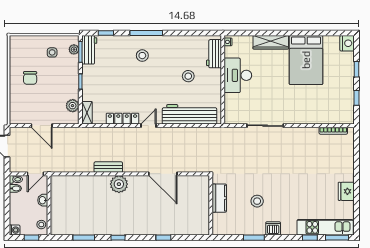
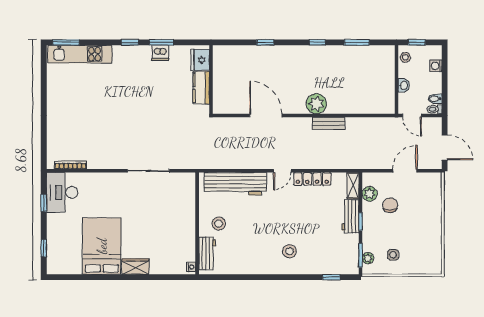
window: (146, 33) -> (285, 277), removed
wardrobe: (271, 42) -> (135, 267), width x0.67
nightstand: (347, 43) -> (55, 265), removed
workbench: (89, 50) -> (350, 216), moved
window: (357, 69) -> (44, 248), moved
desk: (238, 75) -> (62, 192), moved, turned 180
stool: (188, 76) -> (219, 224), moved
chair: (30, 78) -> (390, 205), moved
door: (42, 126) -> (405, 171), hinge flipped
door: (35, 174) -> (412, 115), swing flipped
fridge: (346, 191) -> (200, 60), moved, turned 180
stool: (257, 201) -> (158, 84), removed
dishwasher: (273, 228) -> (160, 53), moved
washing machine: (15, 230) -> (436, 66), moved
window: (310, 238) -> (130, 42), moved

